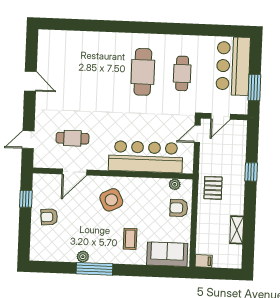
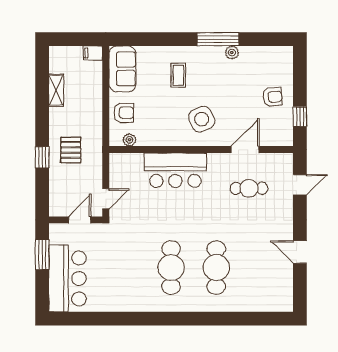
cafe table: (182, 73) -> (216, 268), moved, width x1.37, depth x1.35
bar counter: (146, 157) -> (175, 170), width x0.73
pallet: (213, 188) -> (71, 150), moved
sofa: (167, 254) -> (122, 69), moved, turned -90

